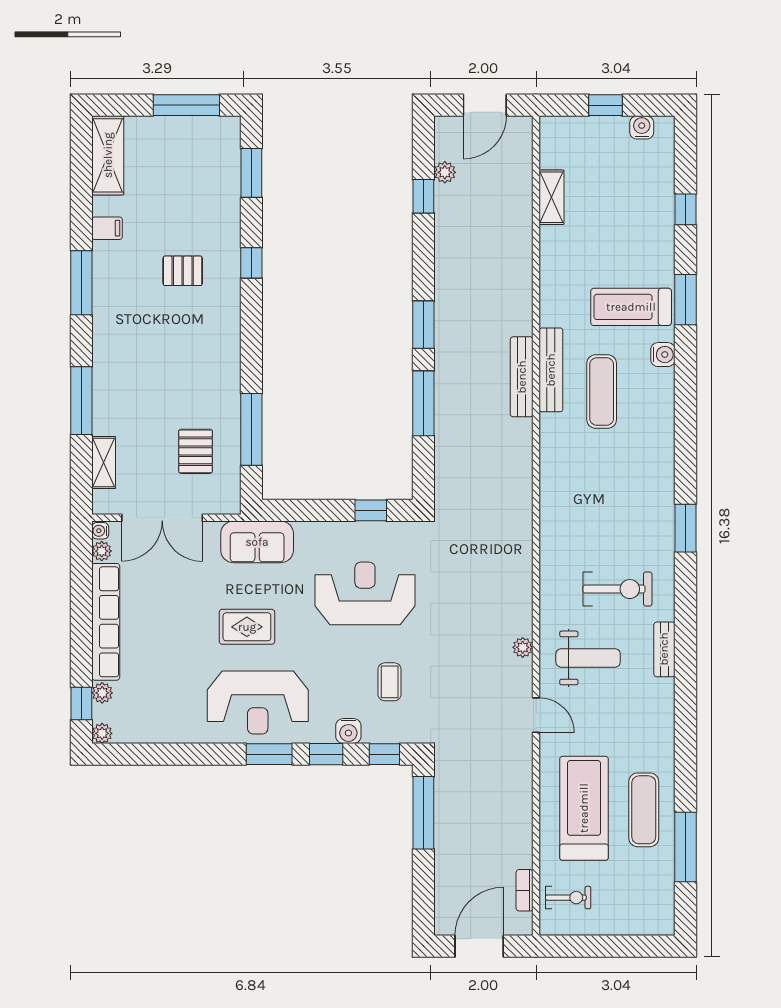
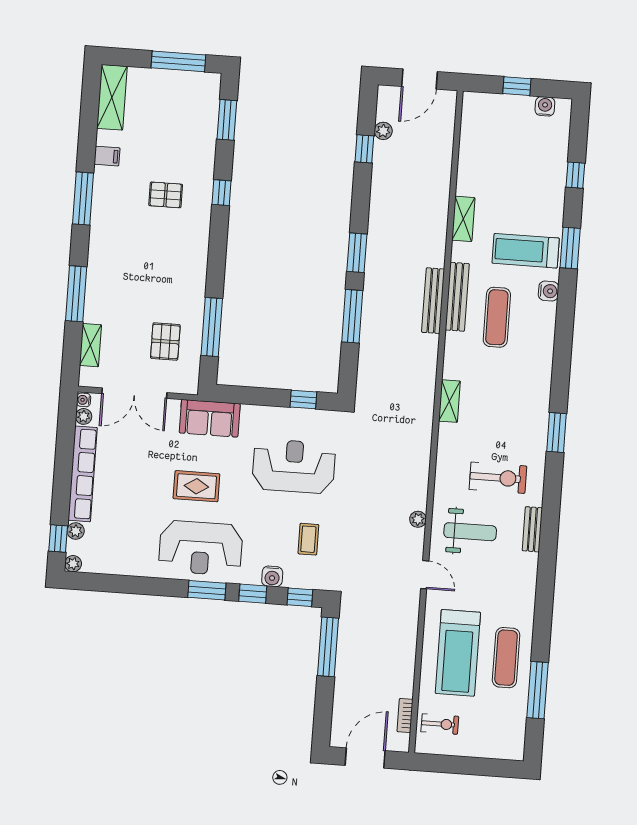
shelving: (551, 197) -> (463, 219), moved
shelving: (551, 499) -> (449, 401), added
treadmill: (584, 808) -> (458, 653), turned 180

